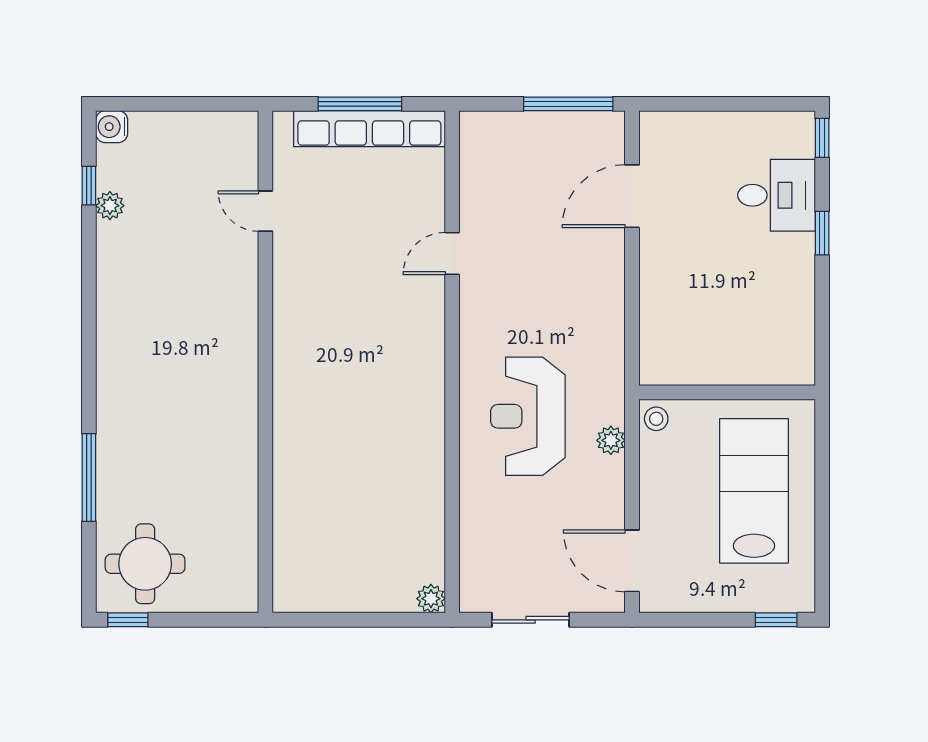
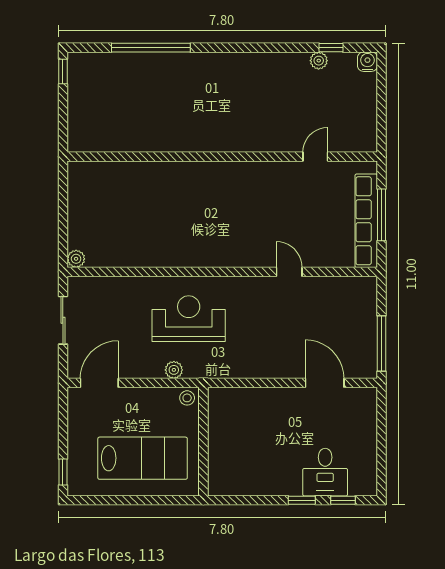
window: (822, 138) -> (343, 500), moved
window: (89, 478) -> (151, 48), width x1.46
round table: (145, 564) -> (98, 82), removed

